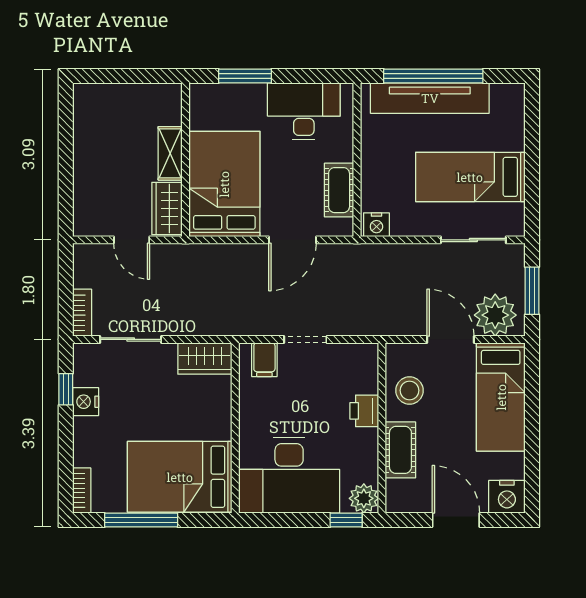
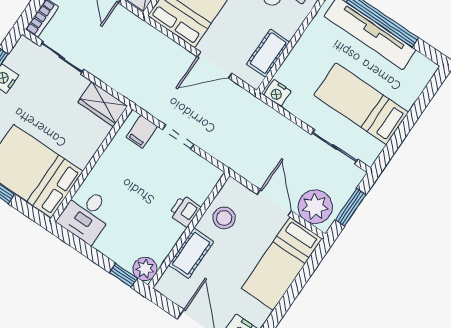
desk: (289, 475) -> (86, 215), width x0.53, depth x0.77

